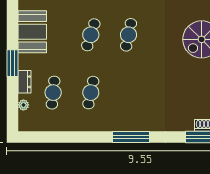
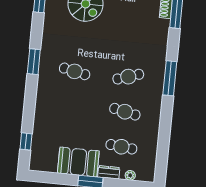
booth: (32, 32) -> (78, 162), moved
cafe table: (91, 35) -> (128, 77), moved, turned -36

